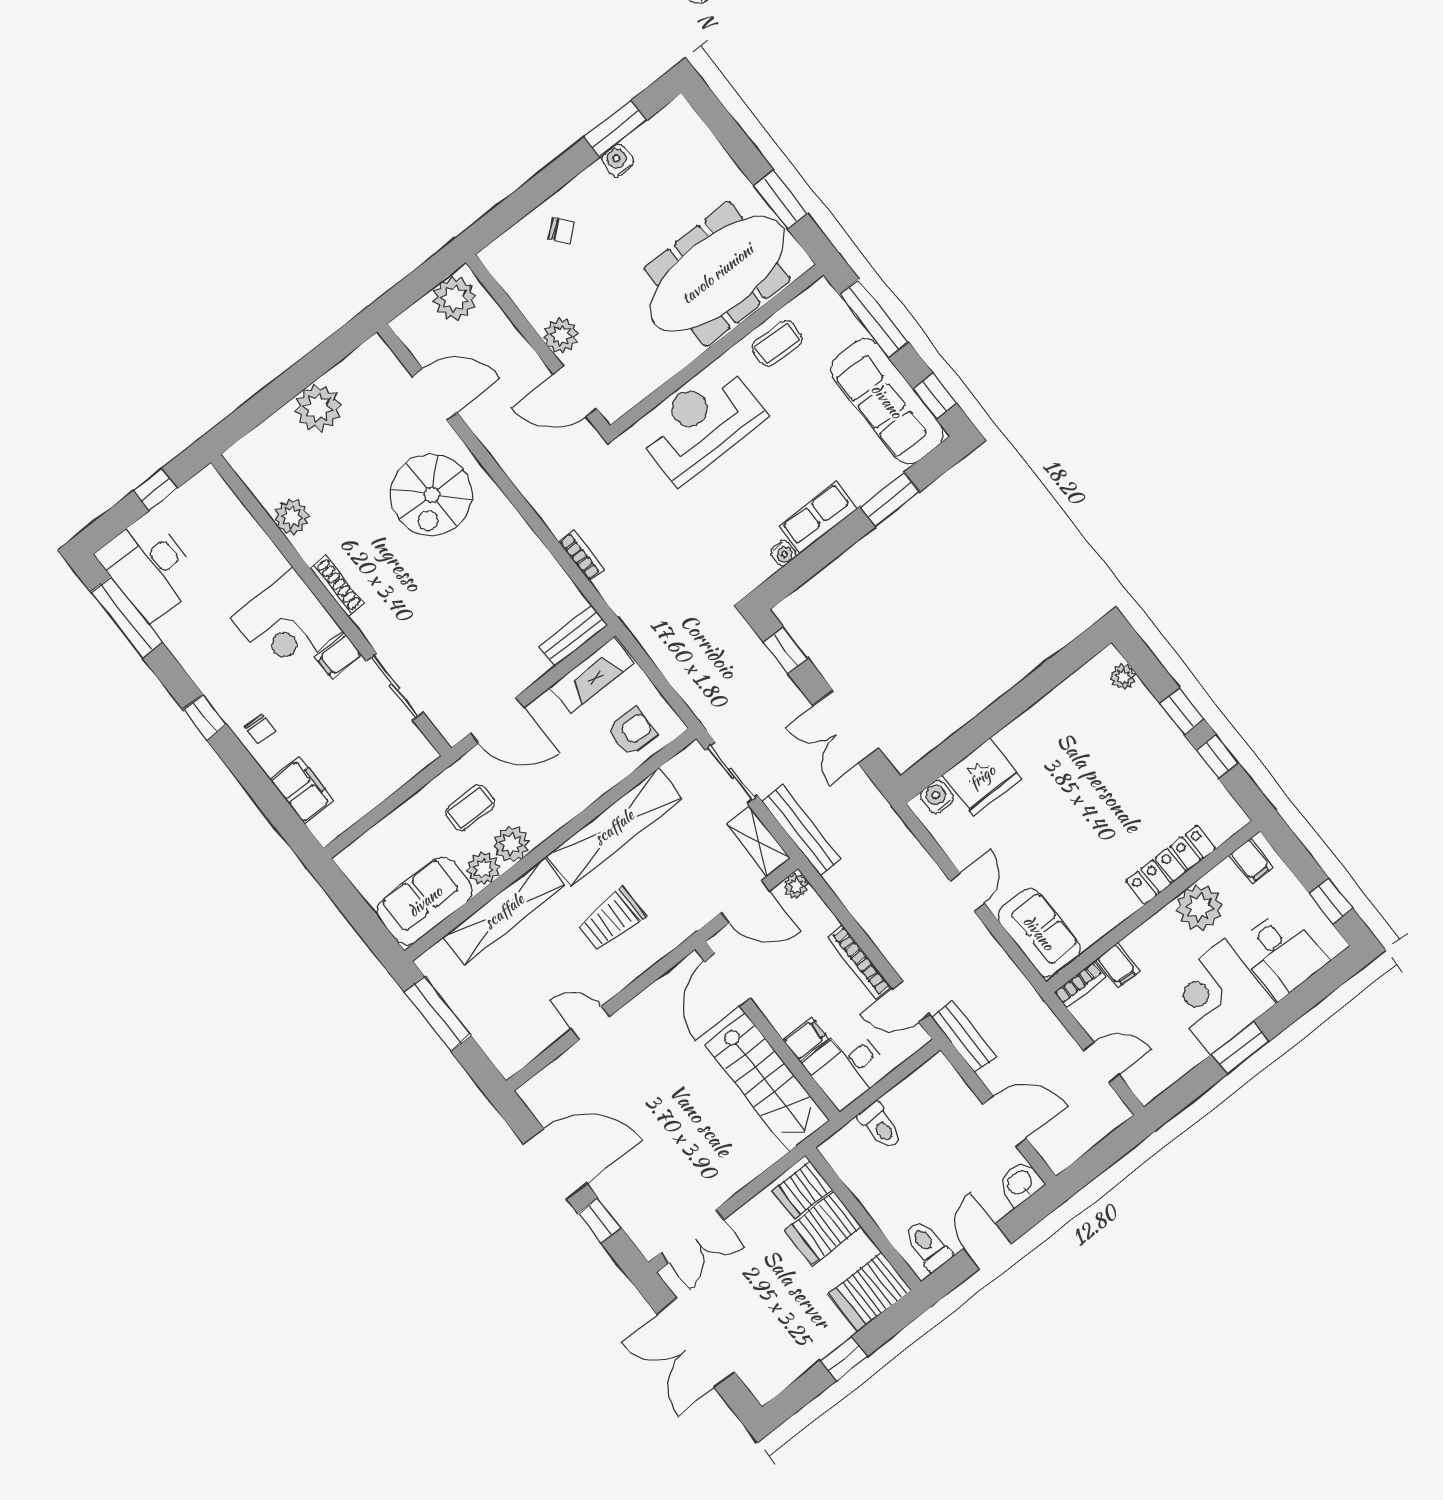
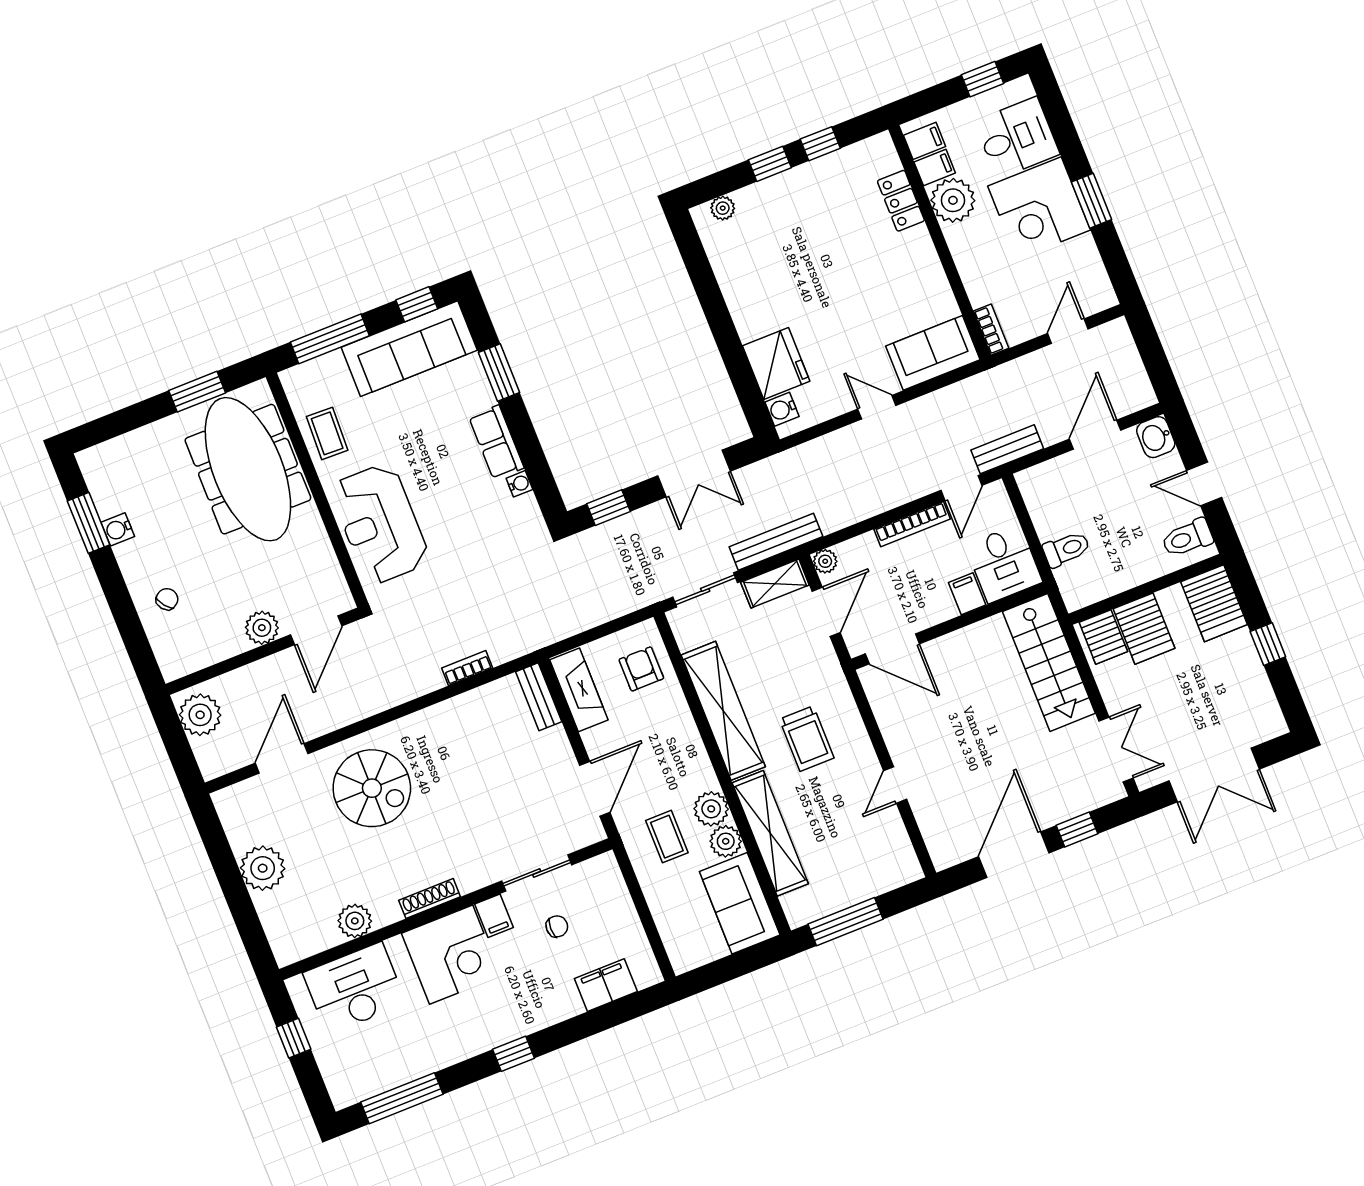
desk: (149, 568) -> (355, 988), moved, turned 180
chair: (260, 729) -> (557, 926), moved
locker: (1171, 865) -> (901, 201), width x0.66
filing cabinet: (1117, 965) -> (935, 167), moved
stairs: (767, 1083) -> (1049, 662), moved, turned 90

